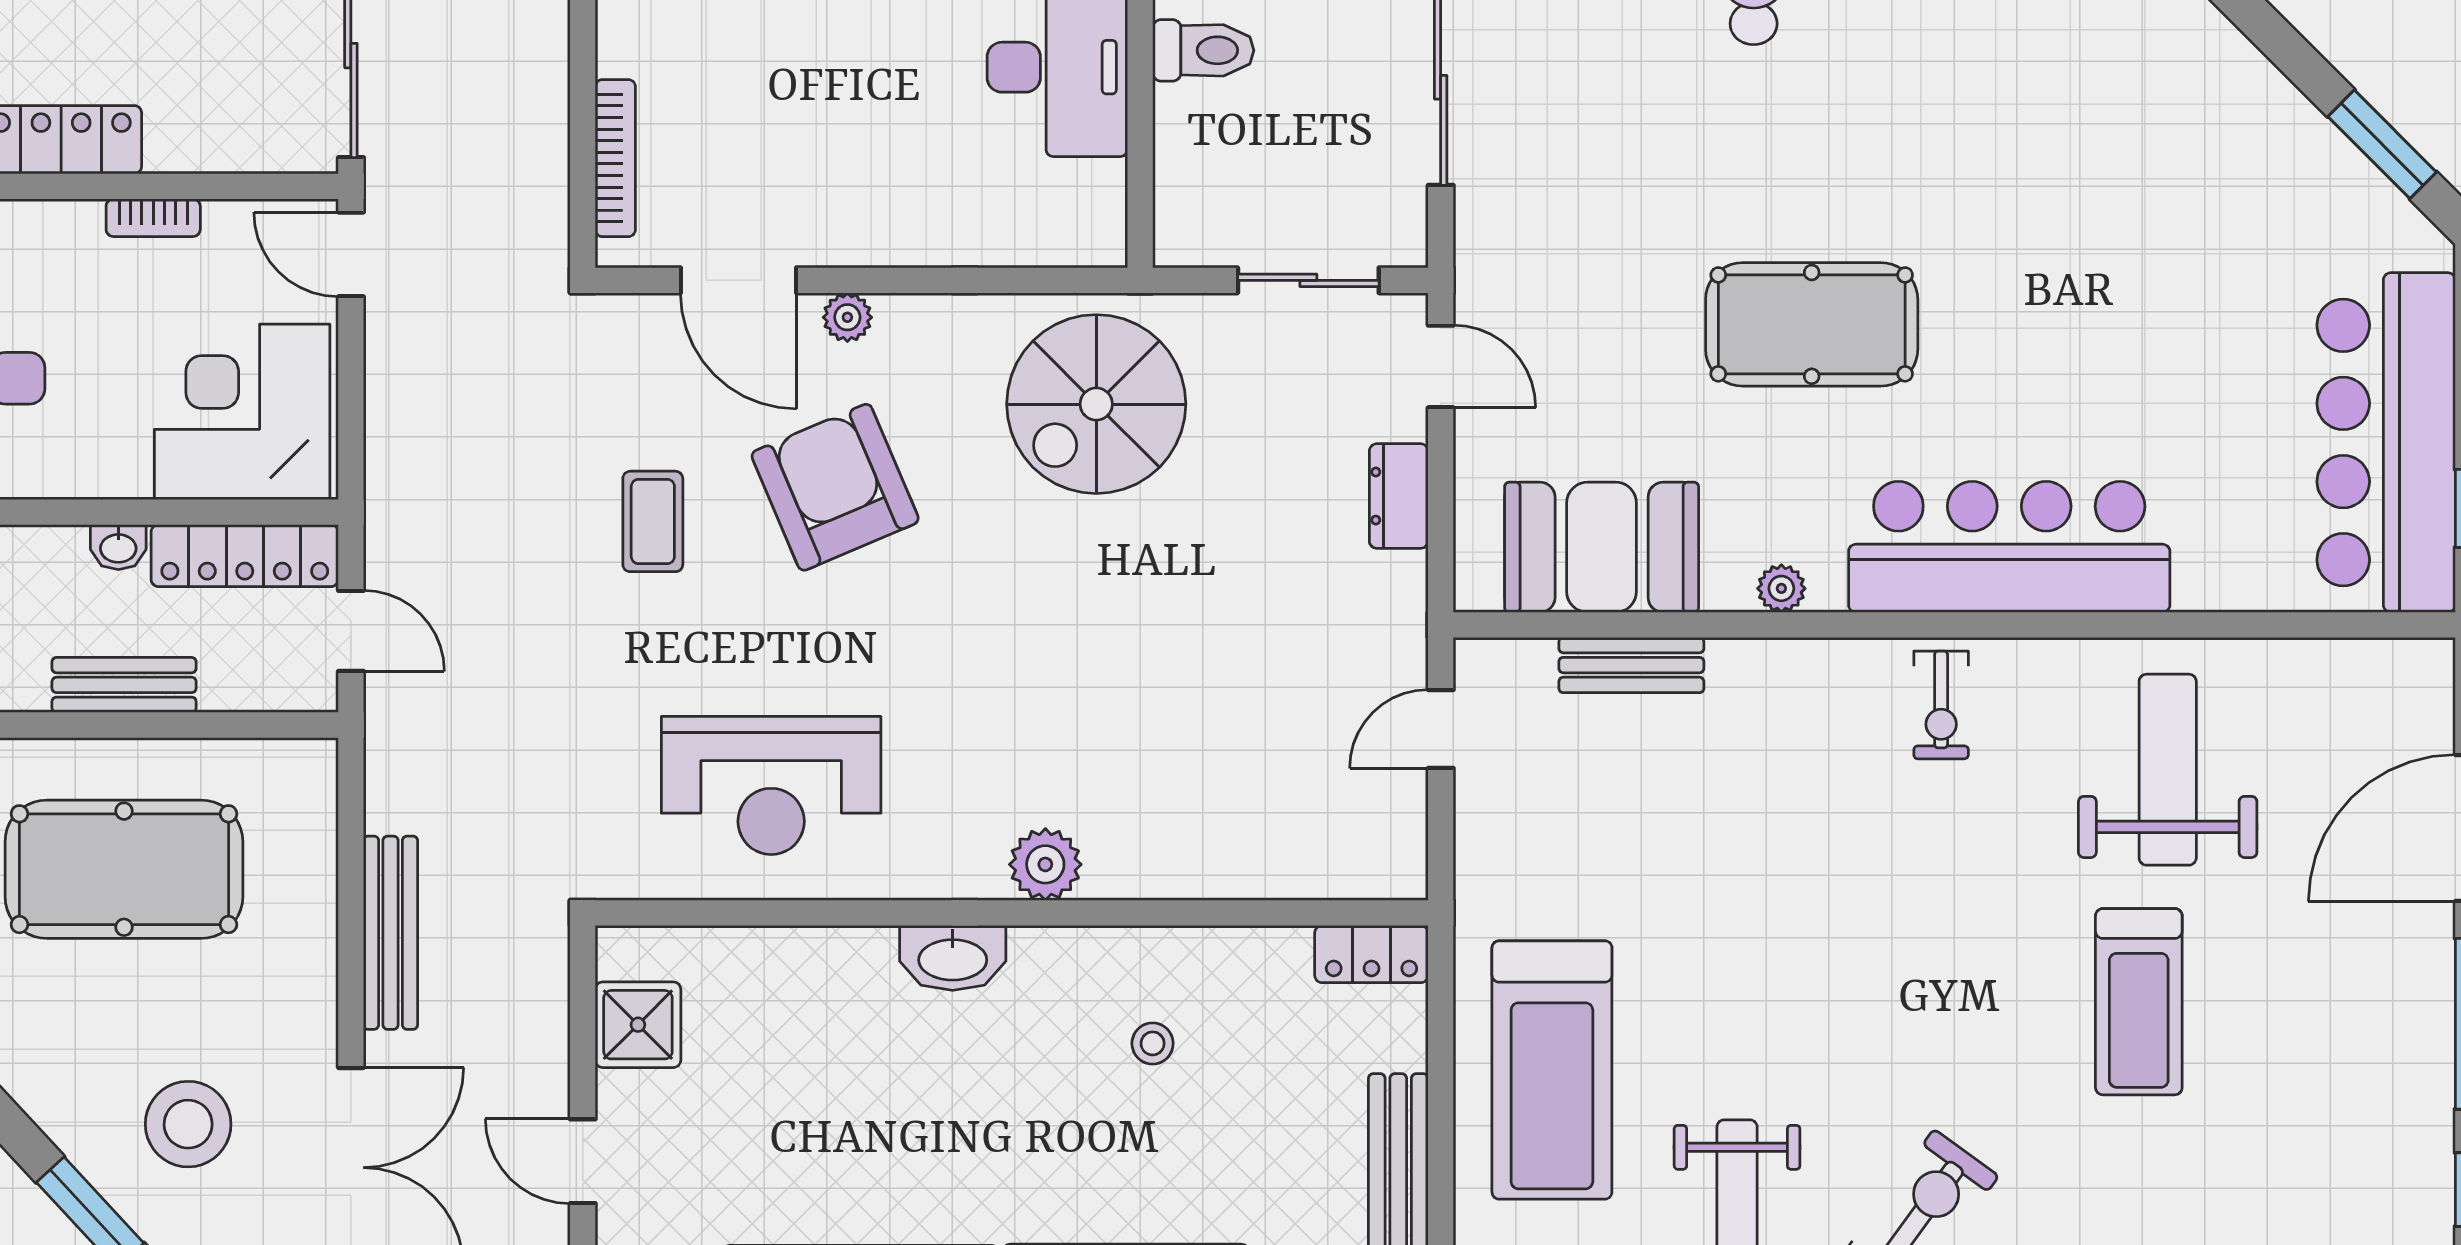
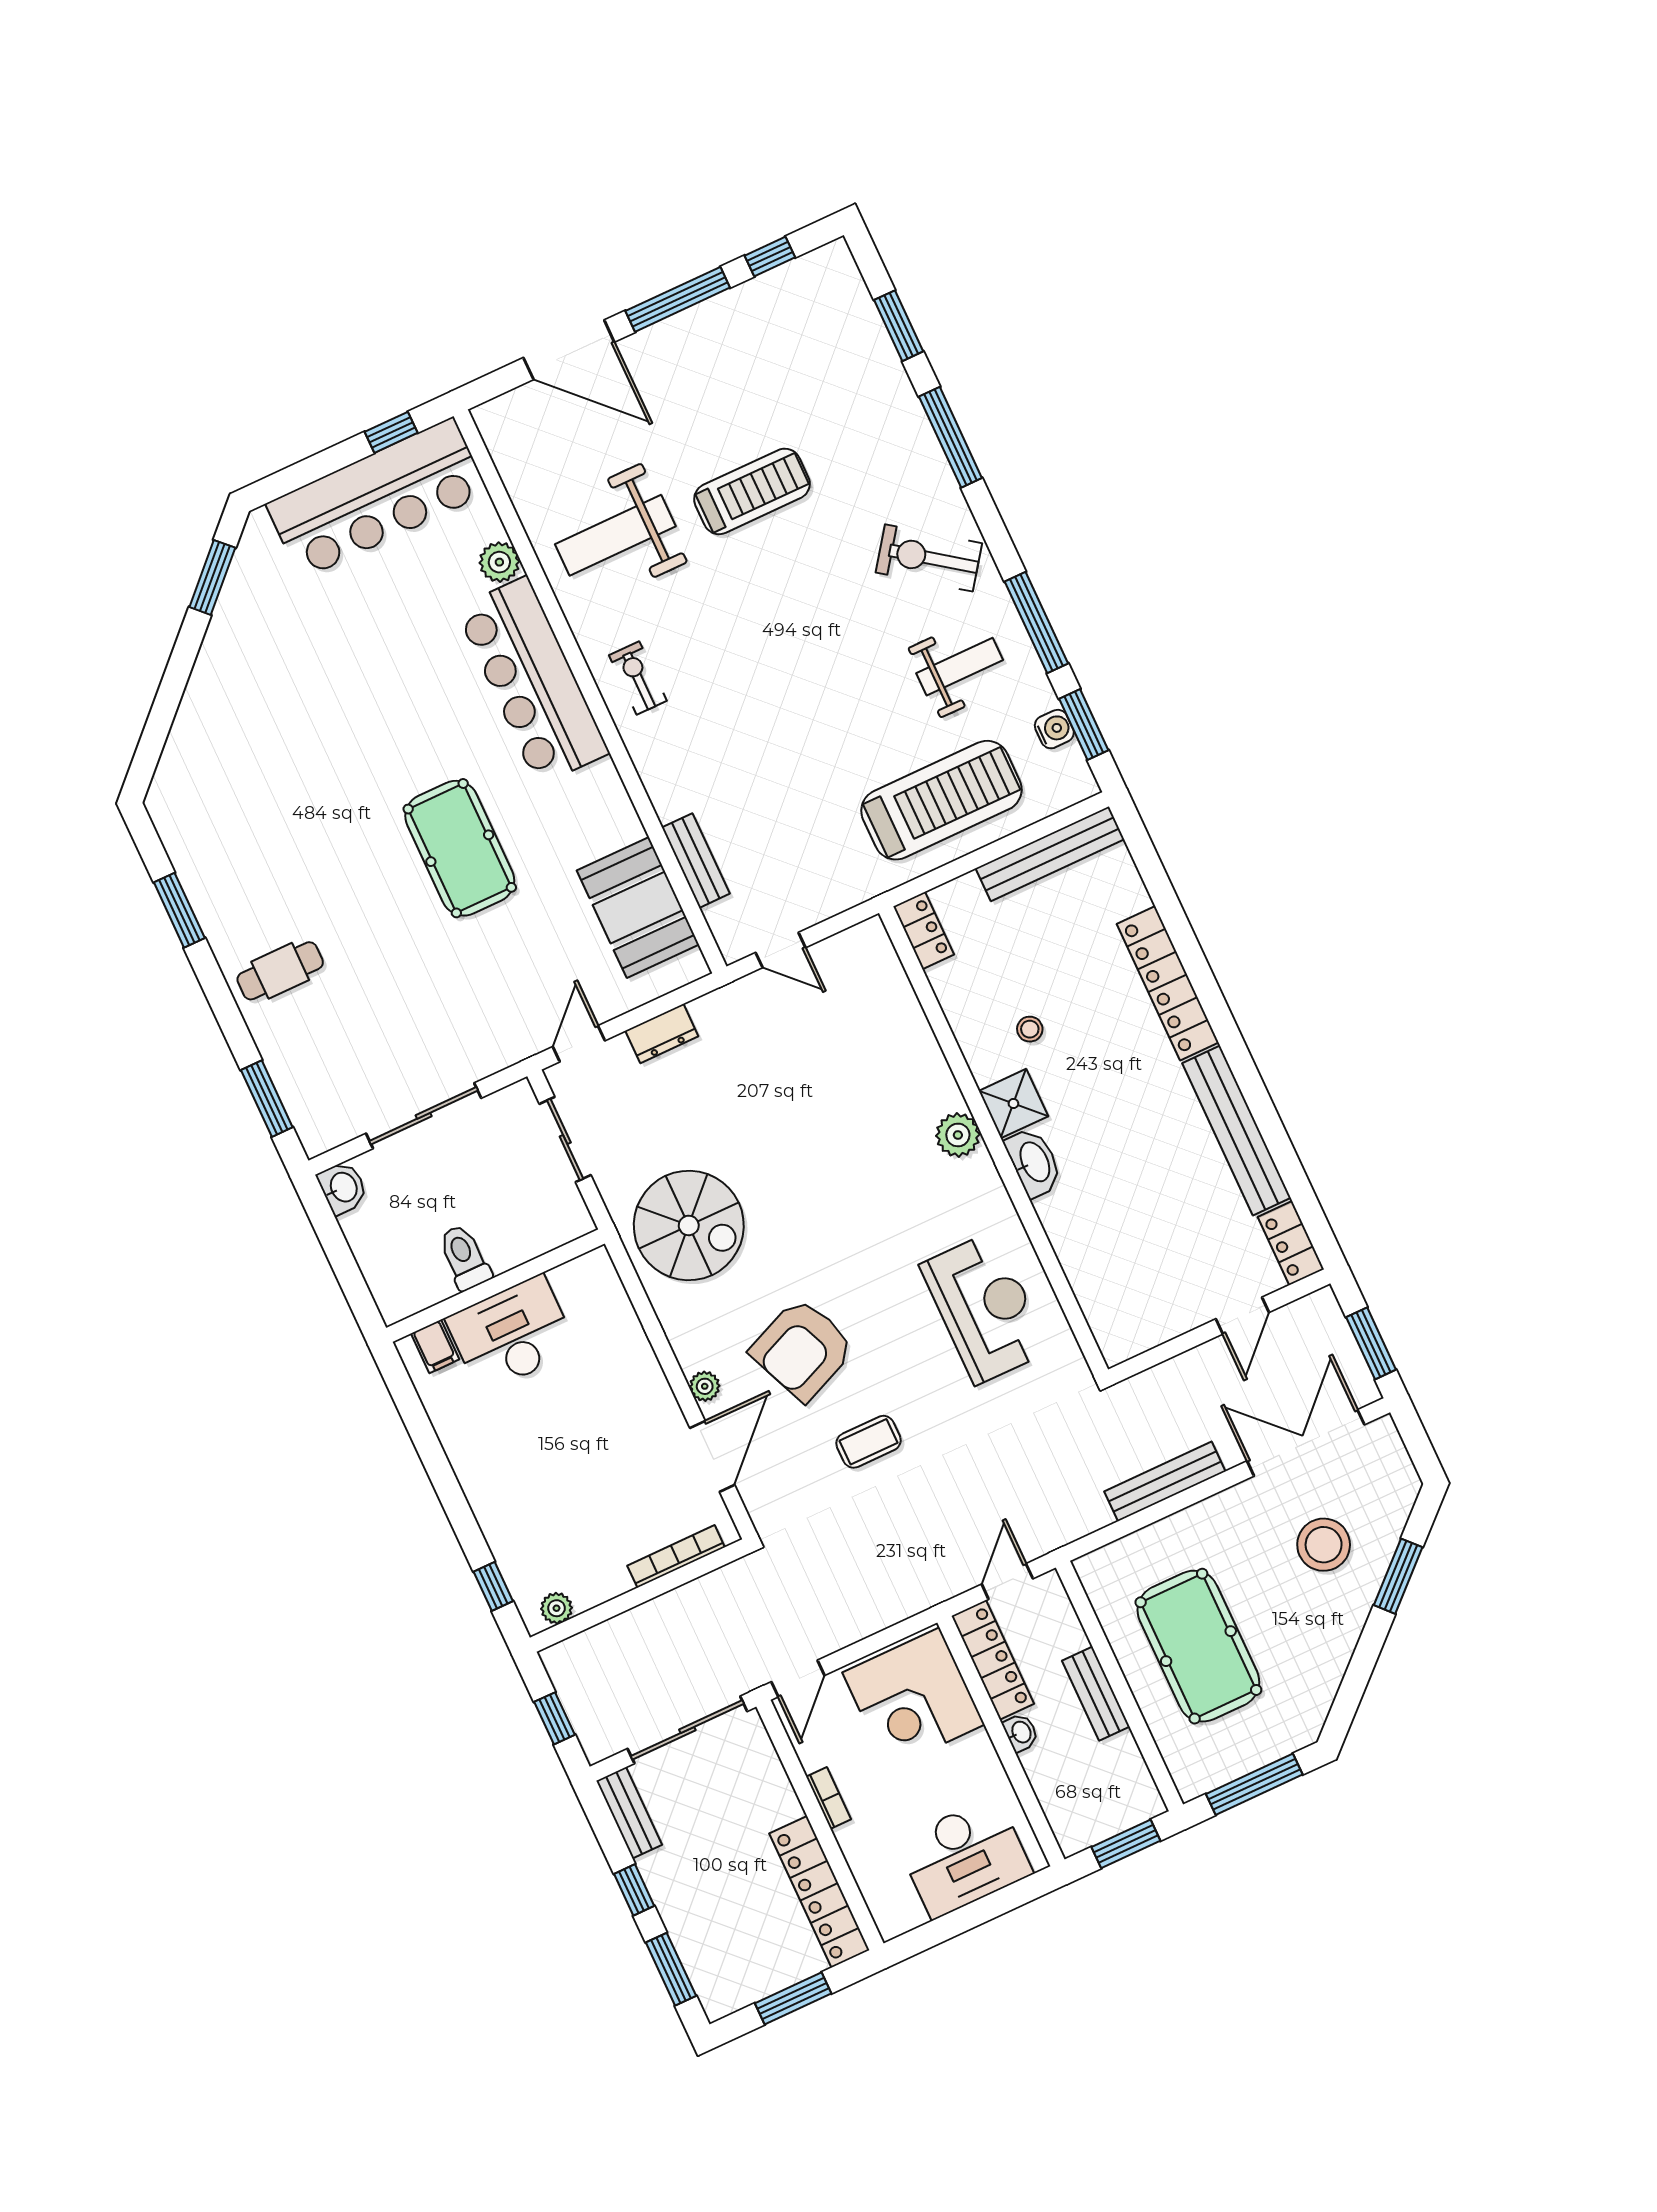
plant: (1781, 588) -> (499, 562), moved, width x1.38, depth x1.38
exercise bike: (1941, 705) -> (638, 678), turned -90
shower: (638, 1025) -> (1013, 1104), moved

